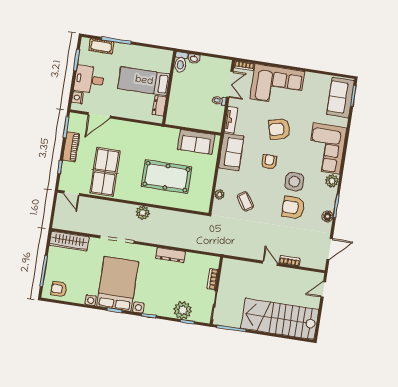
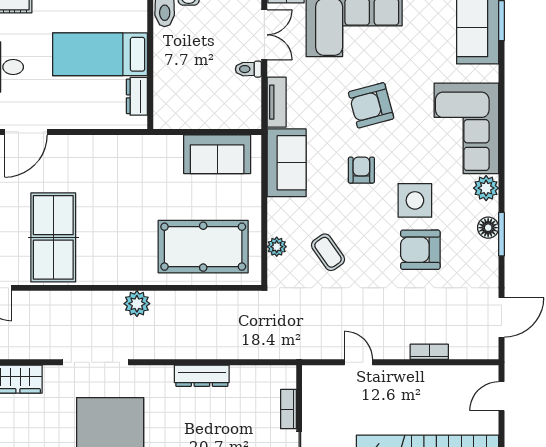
pool table: (166, 177) -> (203, 247), moved
floor lamp: (328, 216) -> (488, 228), moved
door: (270, 263) -> (358, 362), moved

